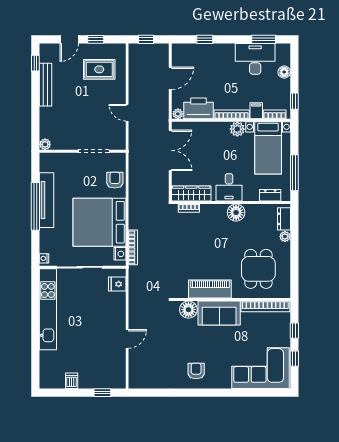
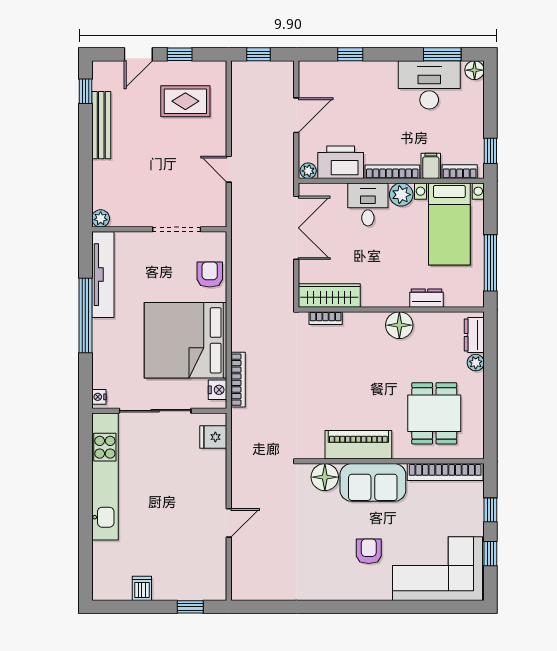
floor lamp: (284, 72) -> (475, 70), moved
desk: (229, 187) -> (368, 205), moved, turned 180
dresser: (270, 195) -> (427, 298), moved
tv unit: (47, 200) -> (103, 275), moved
armchair: (196, 371) -> (369, 551), moved

